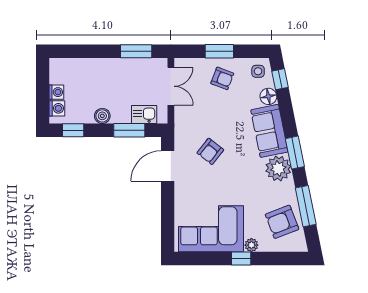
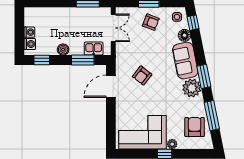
armchair: (282, 222) -> (195, 127), turned 111

